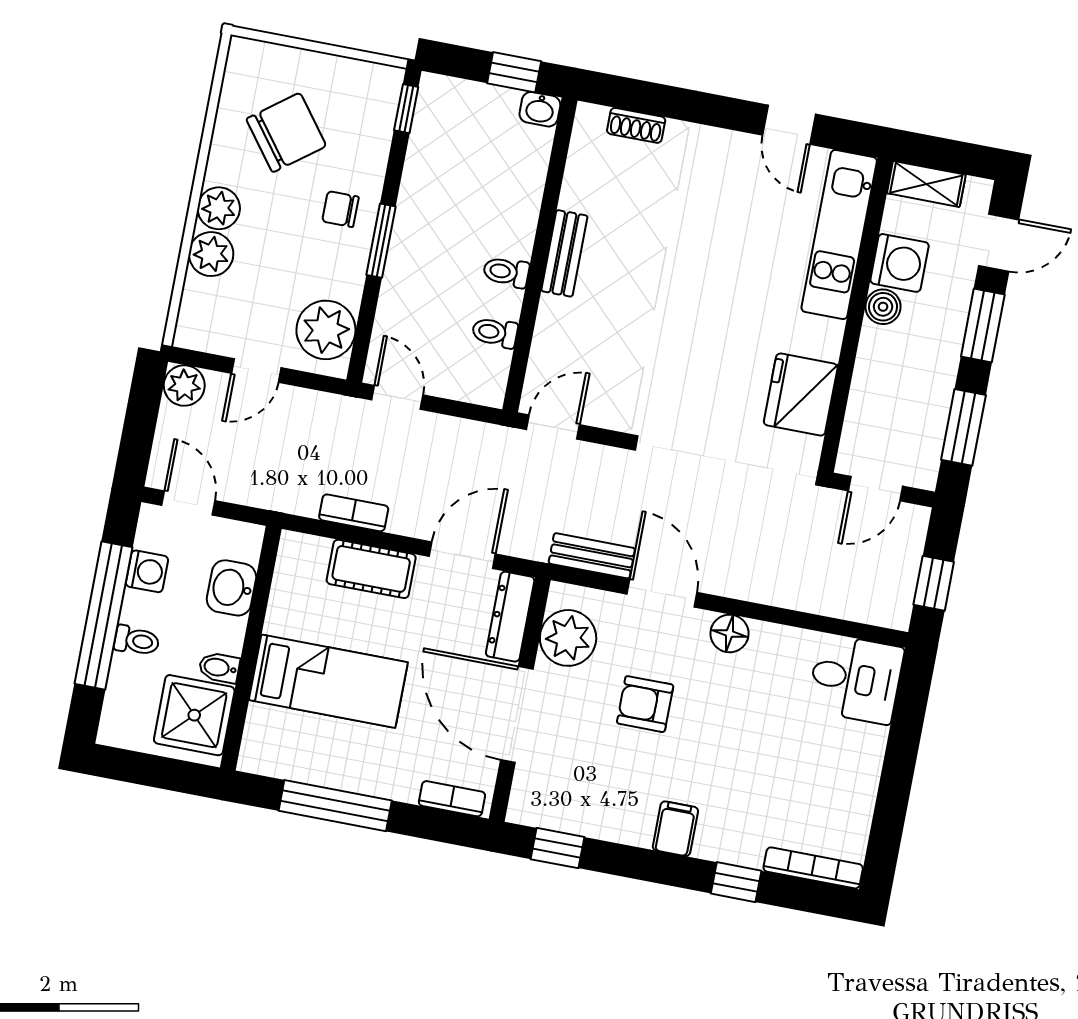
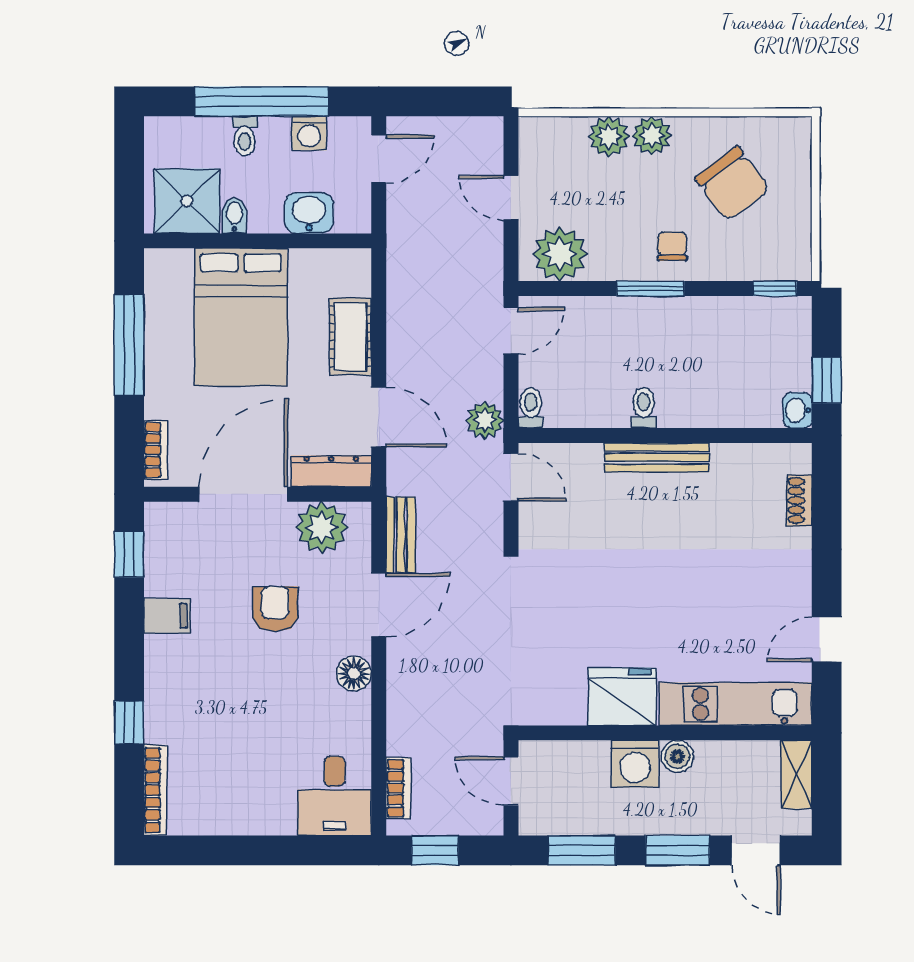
bench: (564, 253) -> (657, 457), width x1.36
washing machine: (900, 263) -> (635, 764), moved
toilet: (495, 332) -> (531, 408), moved
plant: (184, 386) -> (485, 420), moved
fridge: (801, 395) -> (622, 697), moved
bookcase: (354, 513) -> (398, 788), moved
bed: (328, 681) -> (241, 317), width x1.50
filing cabinet: (675, 829) -> (167, 616), moved

